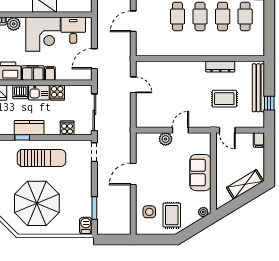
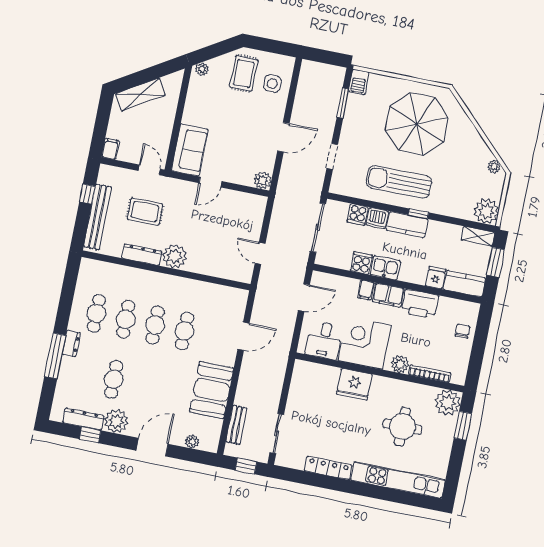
plant: (196, 70) -> (175, 256), added
dishwasher: (20, 92) -> (377, 218), moved, turned 180
plant: (166, 139) -> (263, 180), moved
doorway: (94, 152) -> (332, 156), moved
sofa: (200, 173) -> (190, 150), moved

